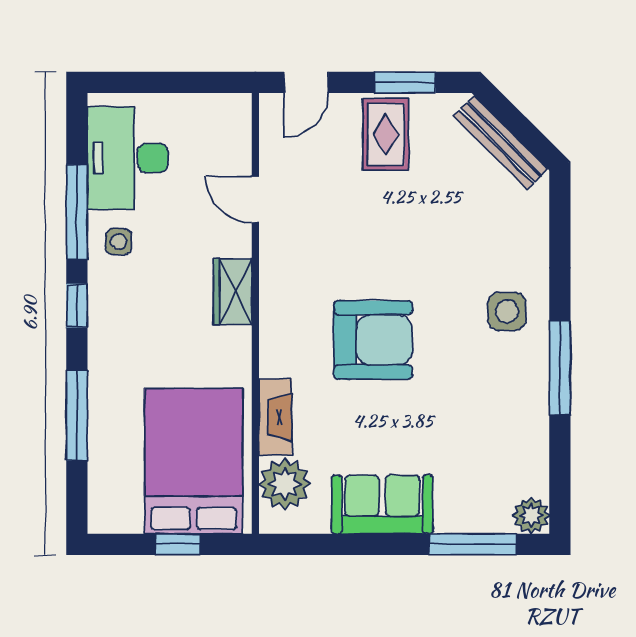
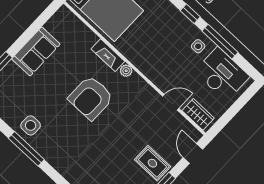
wardrobe: (233, 292) -> (198, 114), moved
side table: (507, 311) -> (31, 125), moved
fireplace: (275, 417) -> (108, 55), moved
plant: (285, 484) -> (126, 71), moved, width x0.53, depth x0.53

